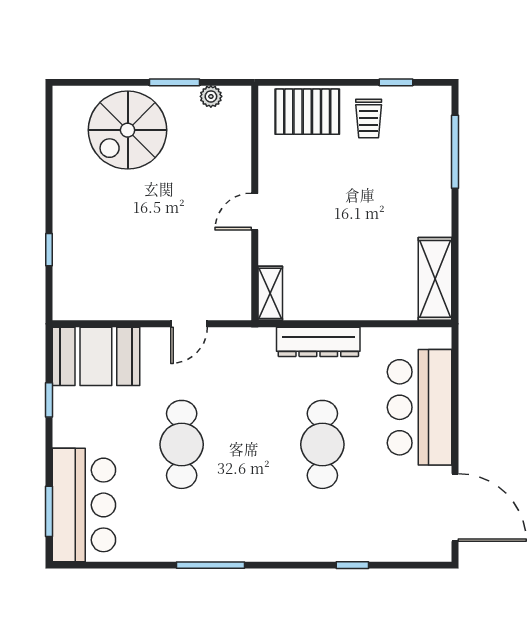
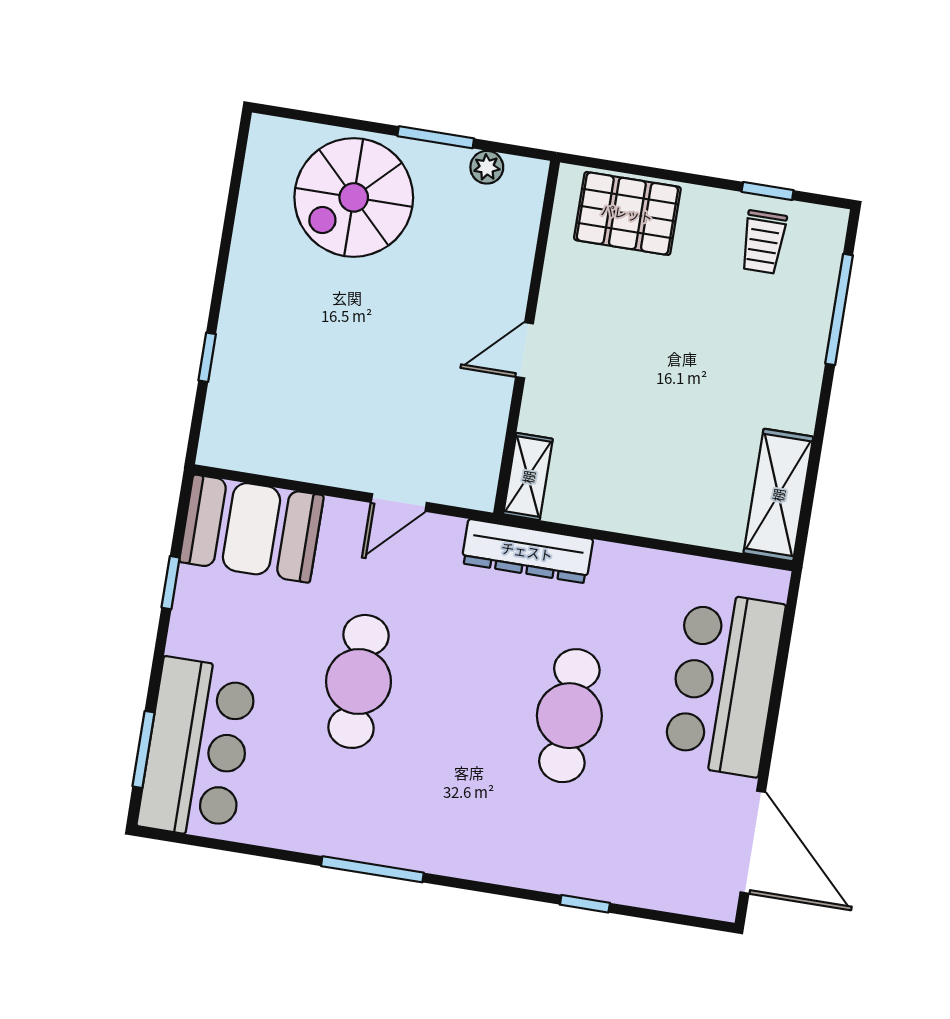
trolley: (369, 119) -> (763, 242), moved
dresser: (318, 342) -> (527, 551), moved

